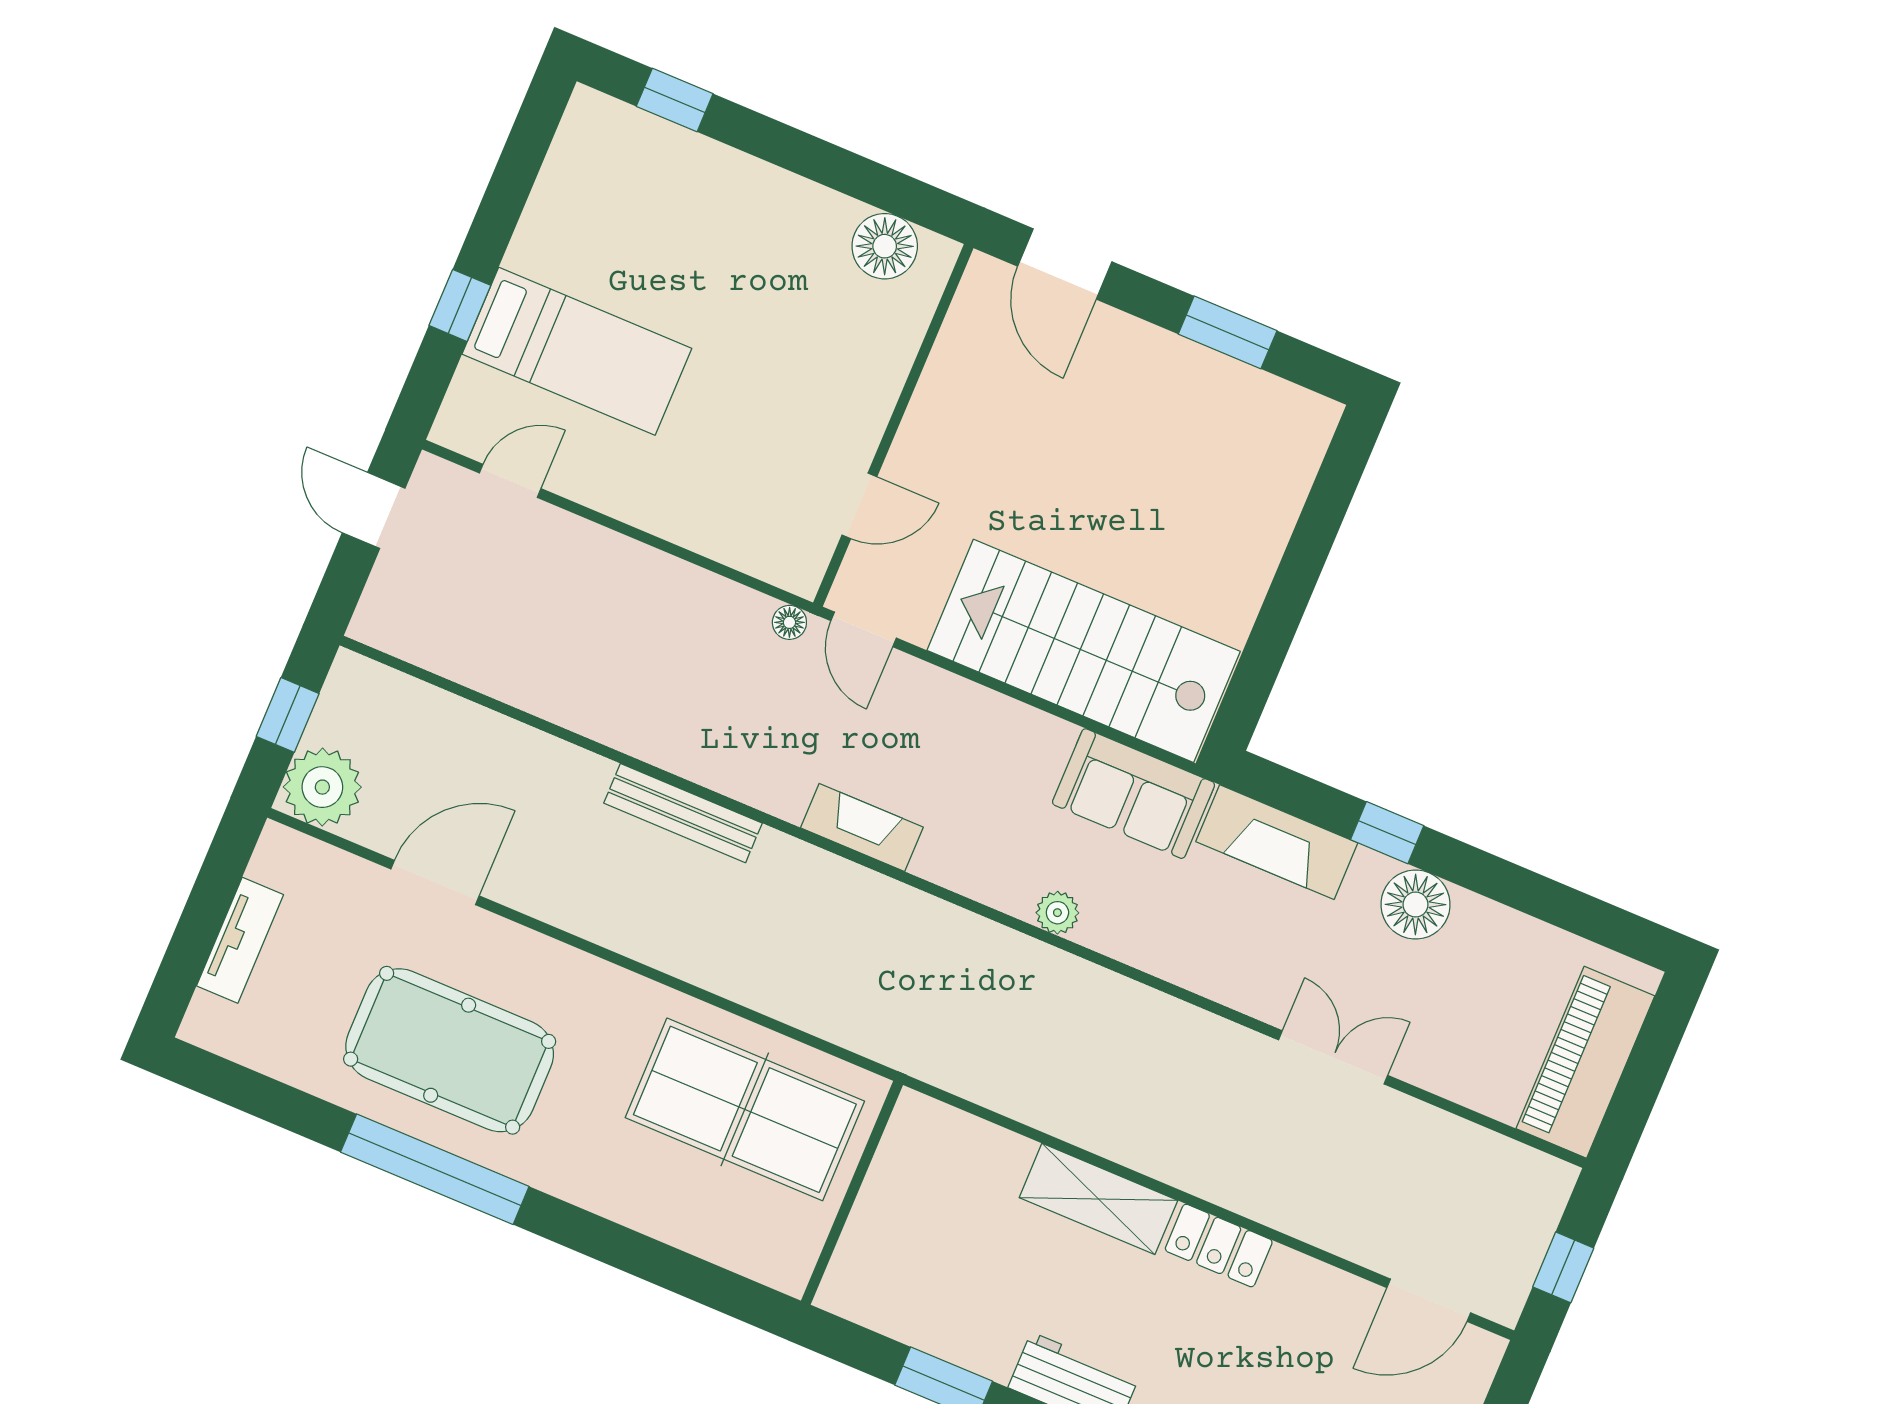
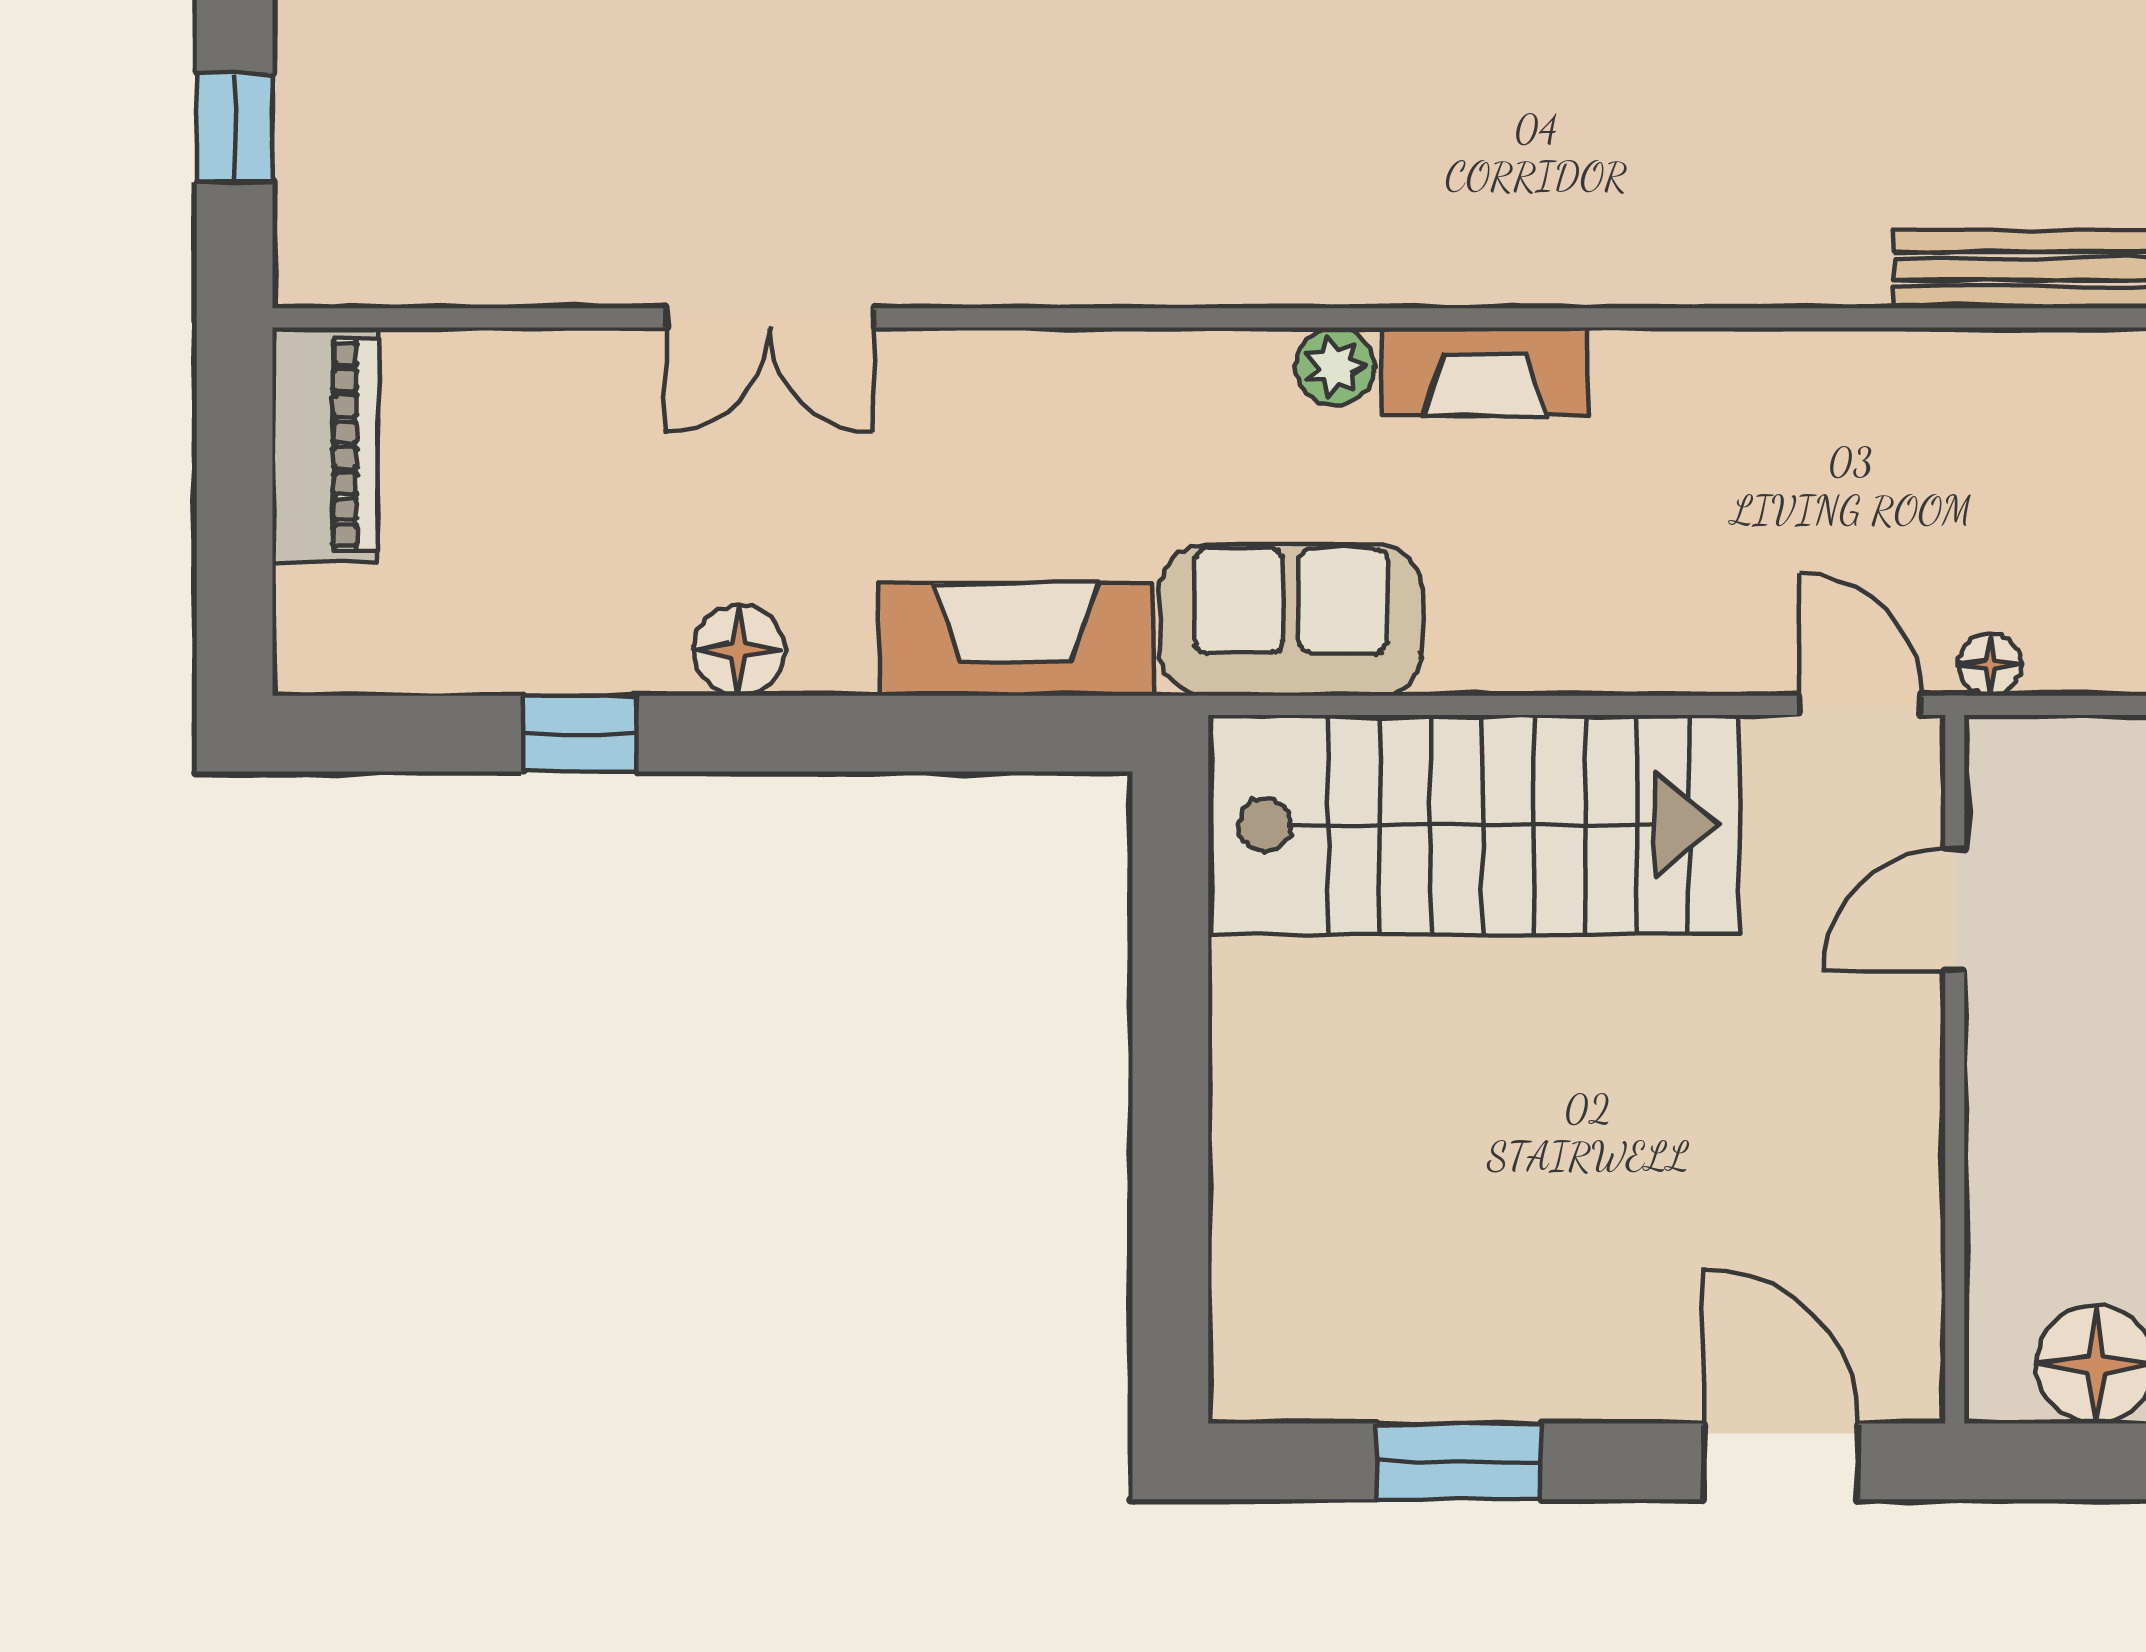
fireplace: (862, 827) -> (1485, 371), moved
window: (1387, 833) -> (579, 734), moved
floor lamp: (1415, 905) -> (739, 650), width x0.73, depth x0.73
piano: (1585, 1062) -> (325, 445), width x0.73, depth x0.75

